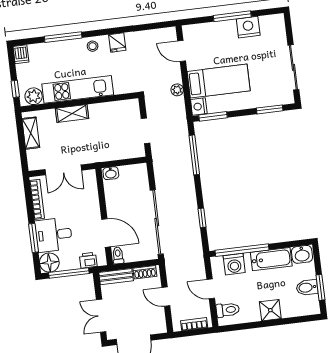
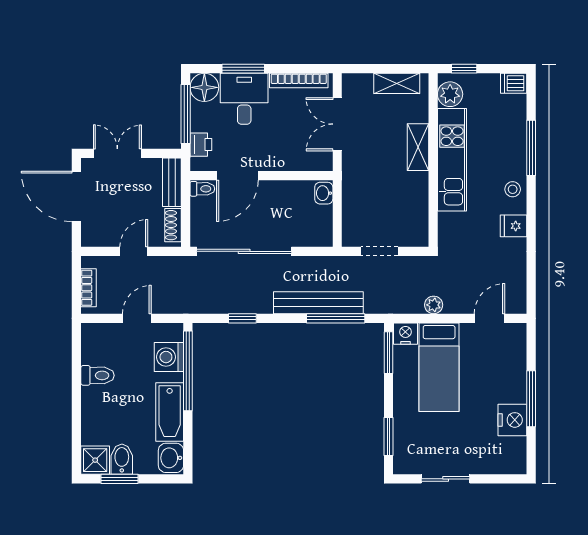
sliding door: (293, 67) -> (446, 479), width x0.73
bench: (185, 168) -> (318, 303), added
toilet: (228, 310) -> (97, 375), moved, turned -90
shower: (270, 310) -> (95, 460), moved

